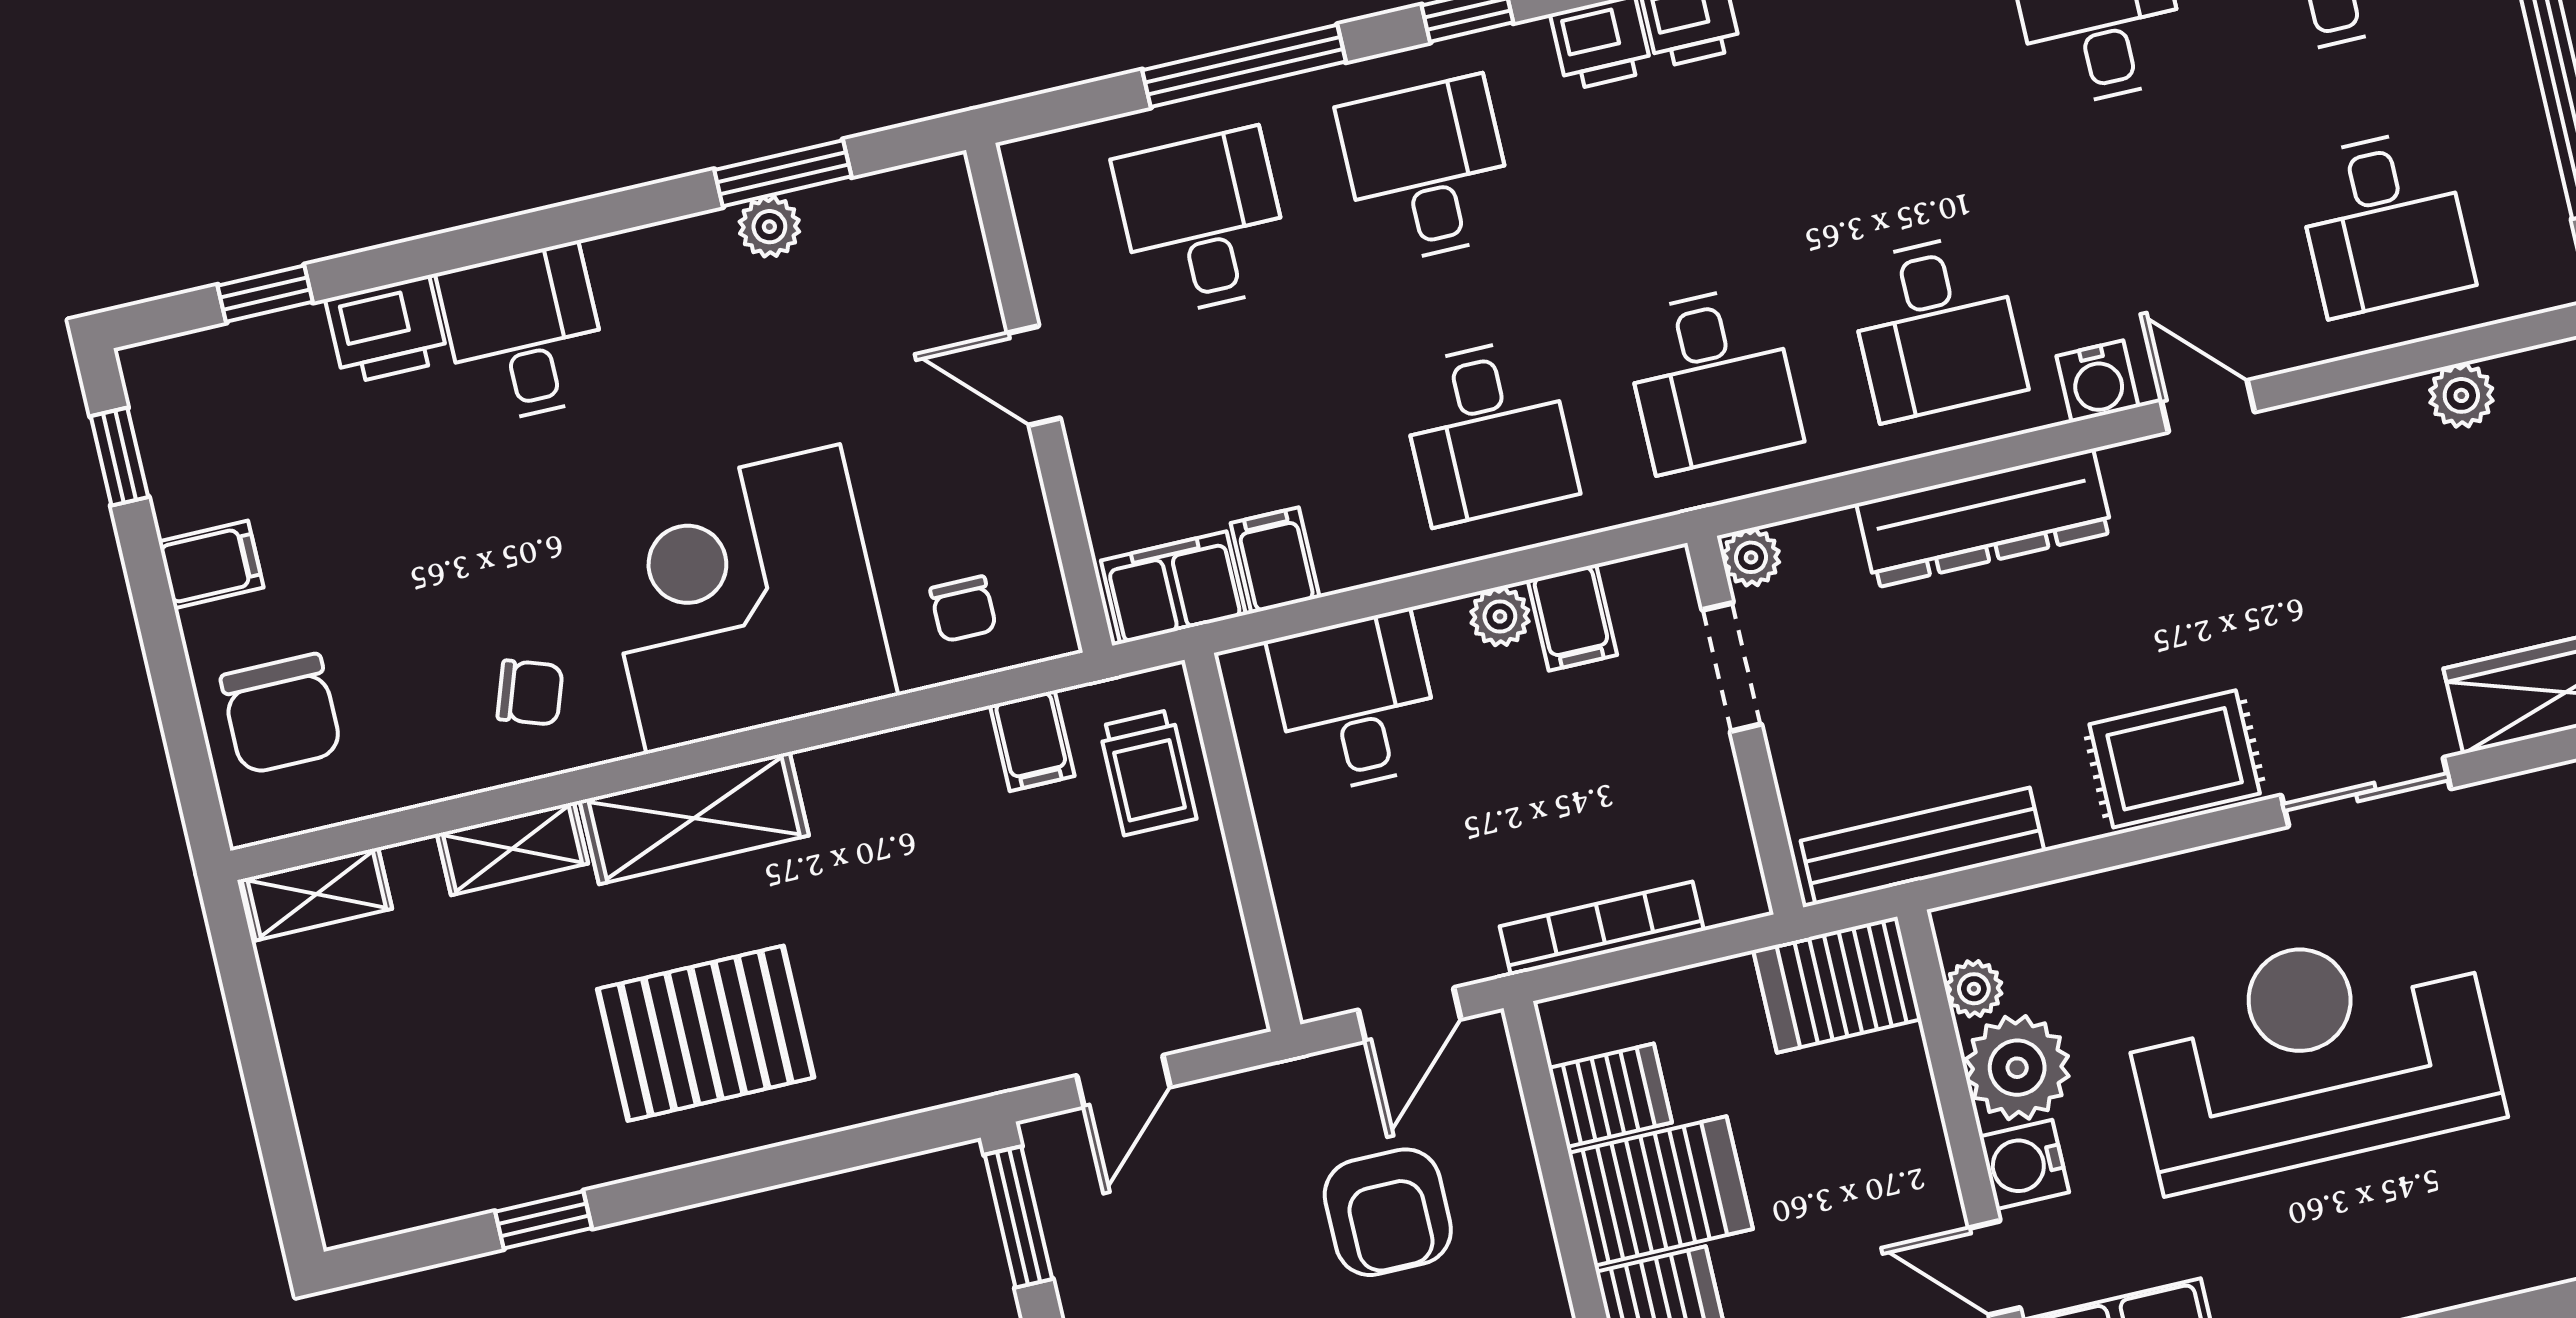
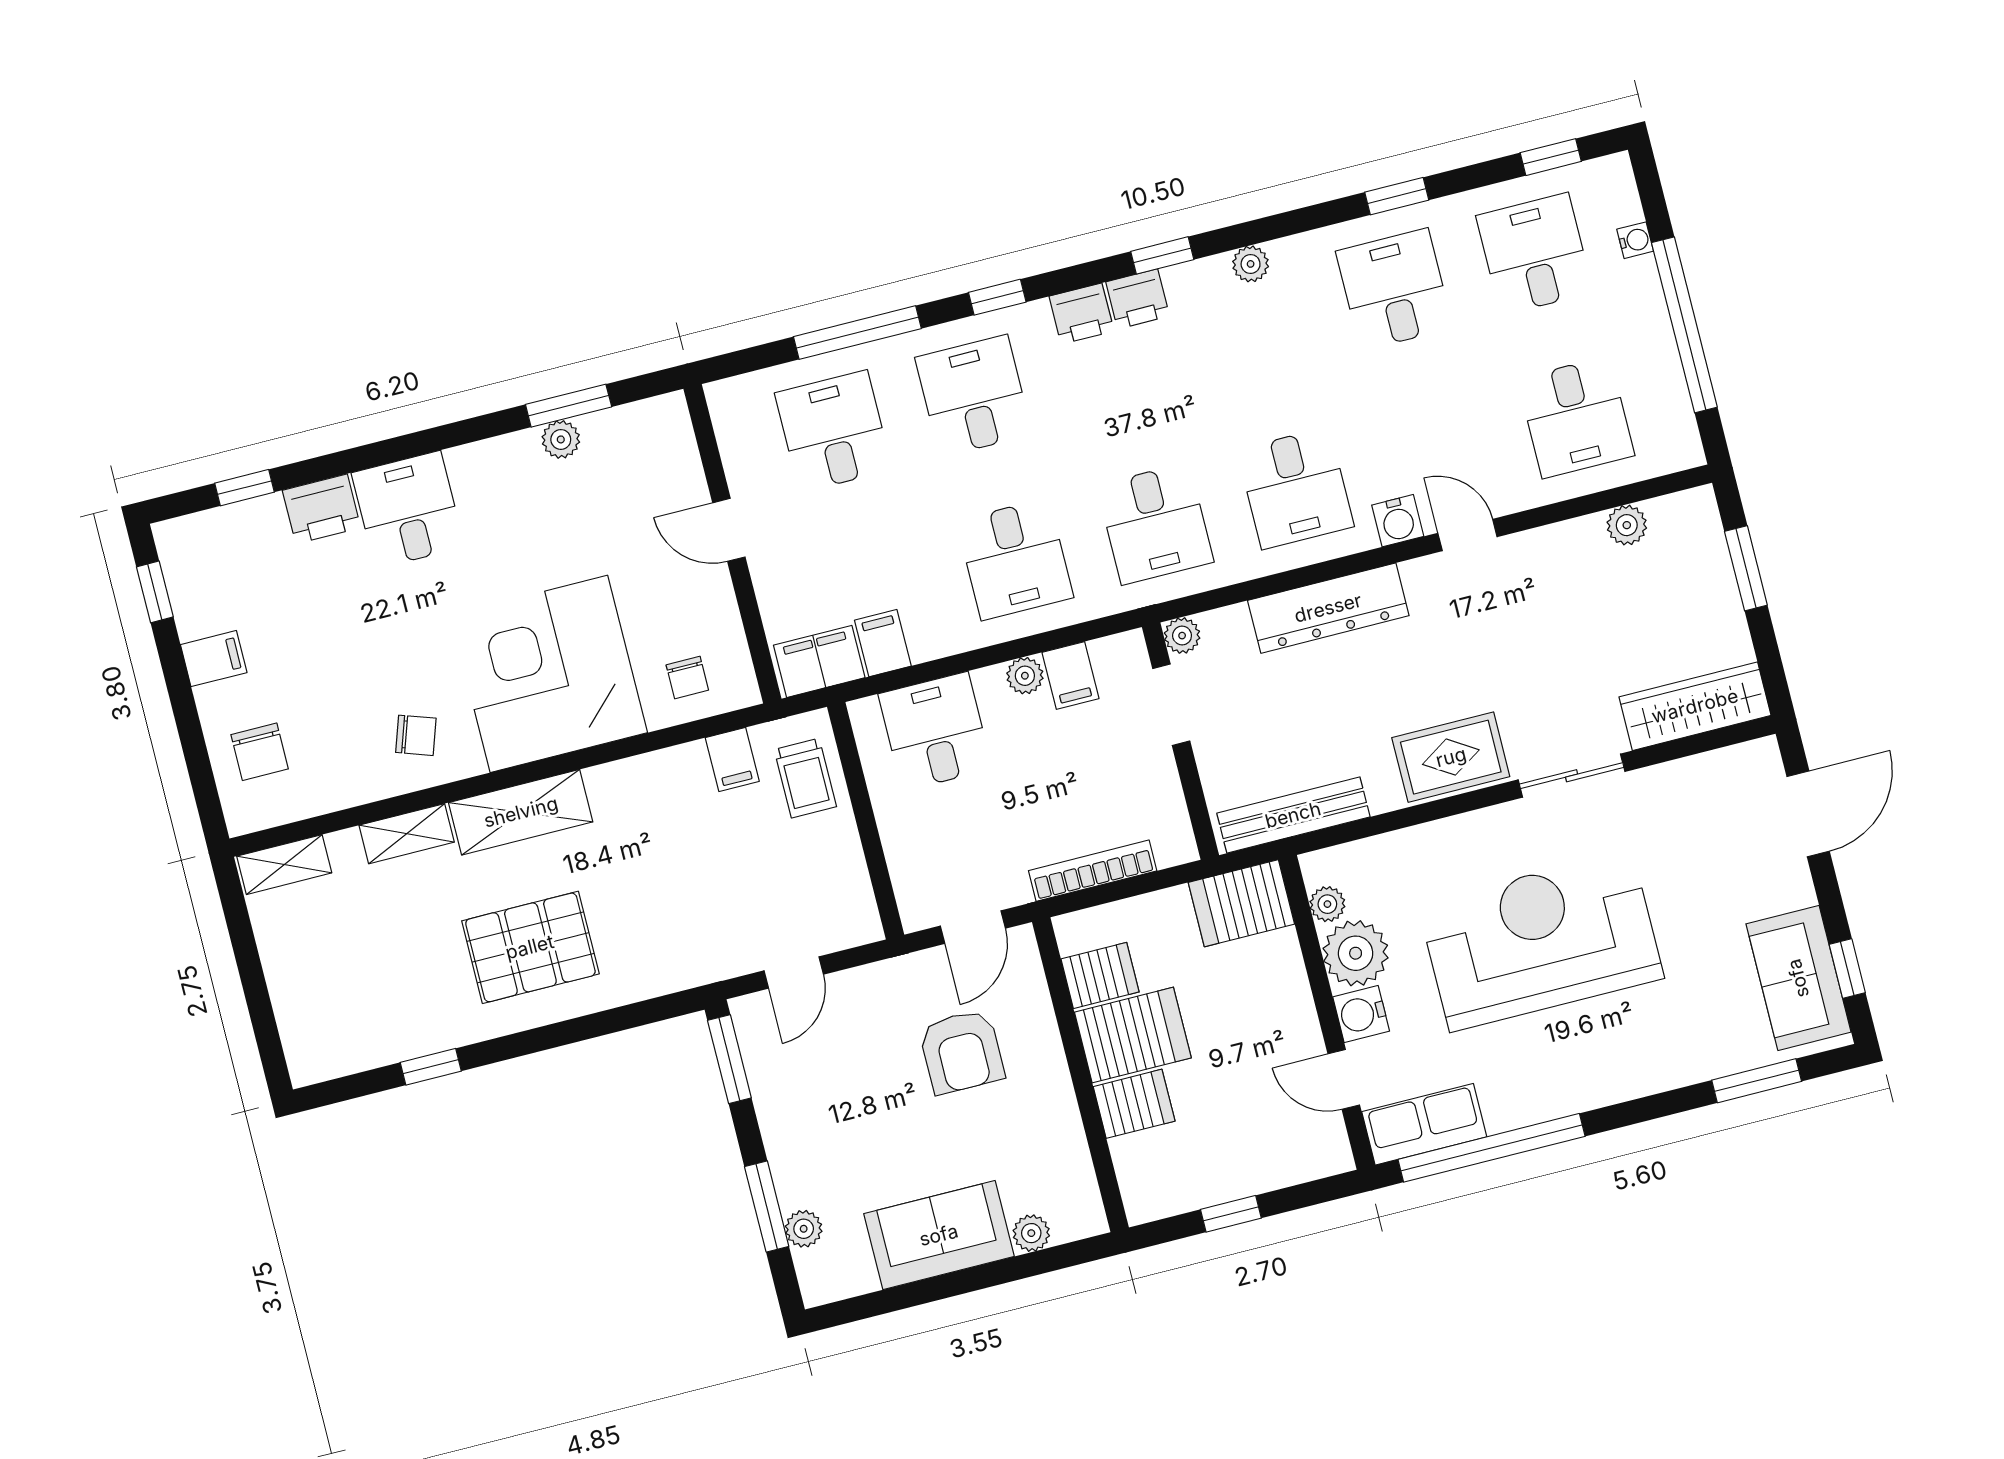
chair: (281, 714) -> (260, 752), width x0.73, depth x0.73

